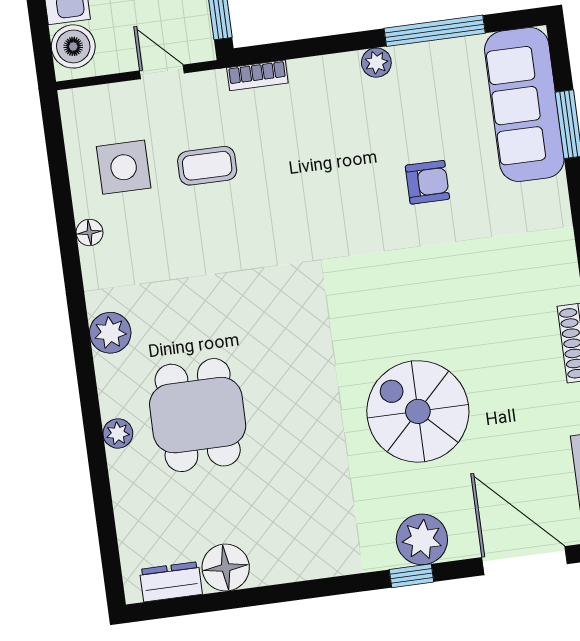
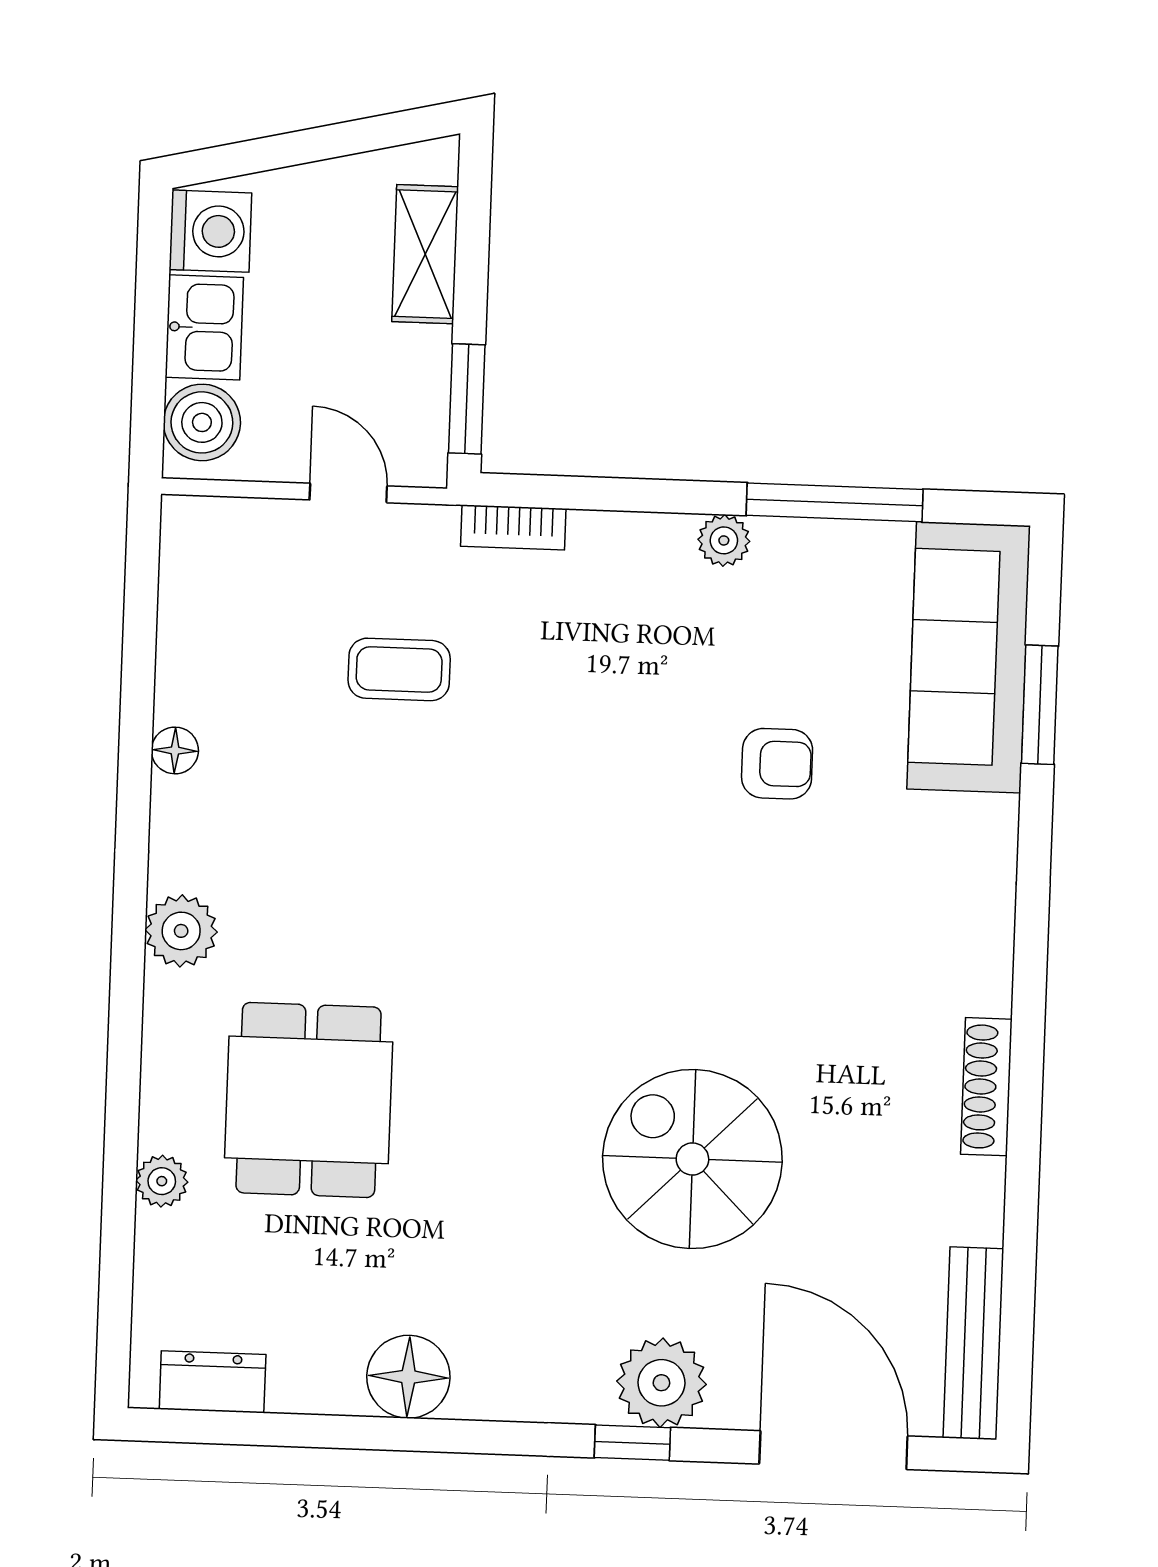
side table: (124, 167) -> (254, 647), removed
plant: (118, 433) -> (162, 1181), moved
floor lamp: (226, 568) -> (408, 1377), moved

